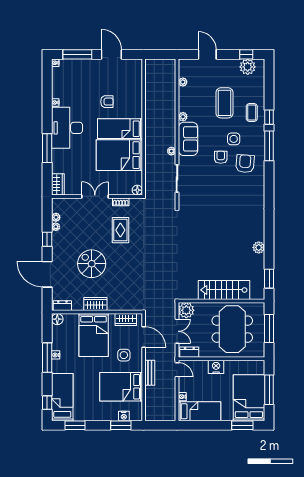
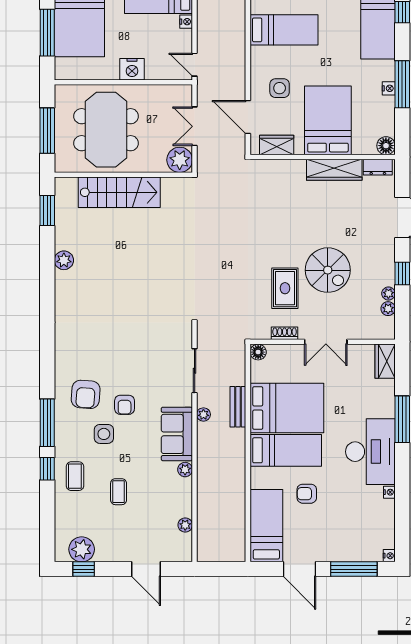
bed: (132, 82) -> (266, 526), added
coffee table: (224, 103) -> (119, 492), width x0.54, depth x0.58
spiral stairs: (92, 264) -> (328, 270), moved
wardrobe: (95, 304) -> (334, 170), width x1.50
dresser: (189, 352) -> (175, 93), removed
bench: (150, 373) -> (238, 407), moved
bed: (121, 387) -> (284, 30), width x0.67

